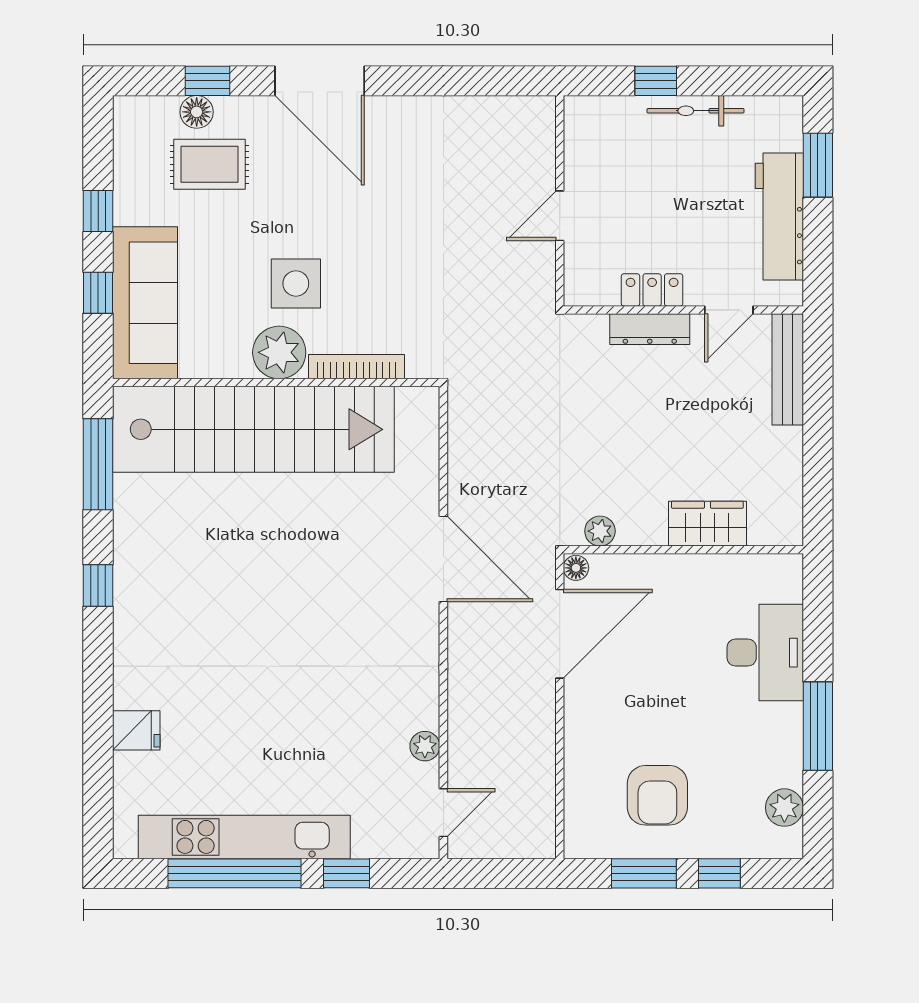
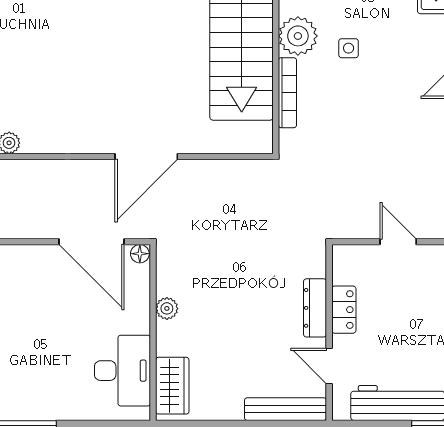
side table: (296, 283) -> (349, 48), width x0.54, depth x0.54
wardrobe: (707, 524) -> (172, 386), moved
plant: (600, 531) -> (167, 308), moved
desk: (765, 653) -> (123, 371), moved, turned -90

